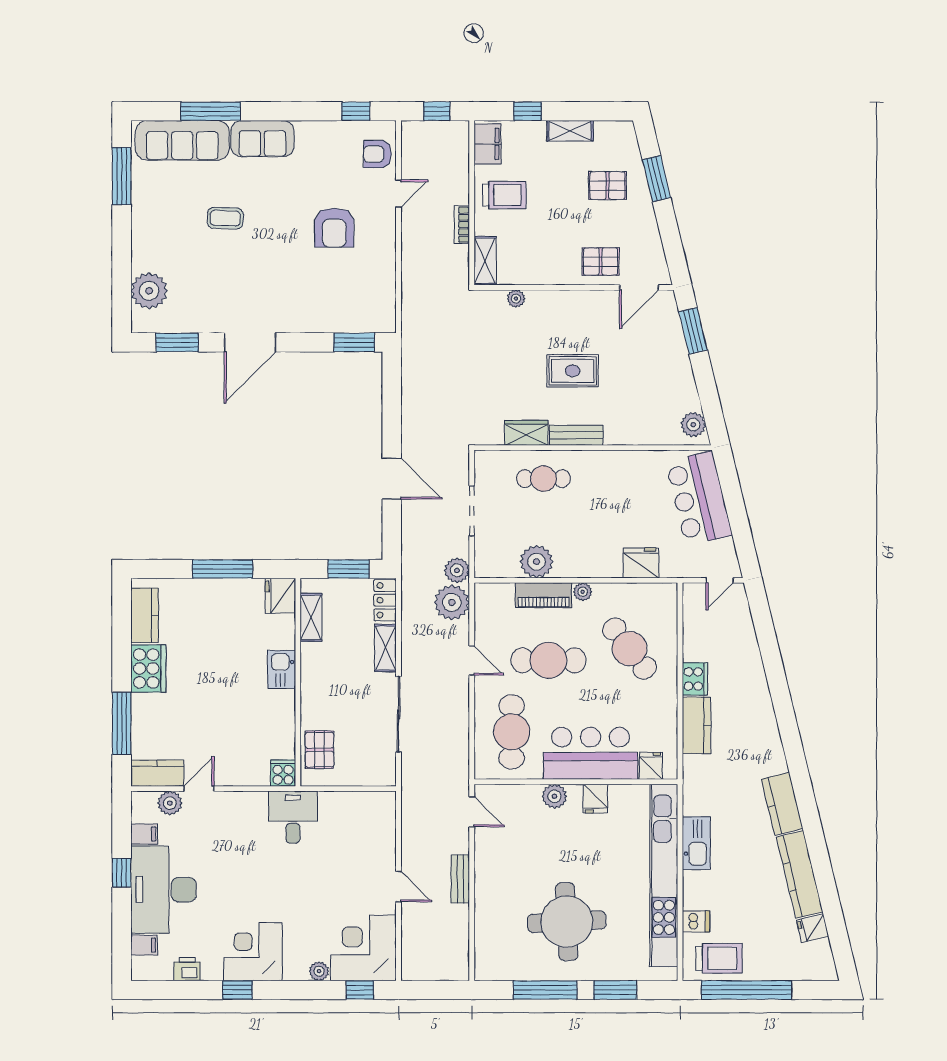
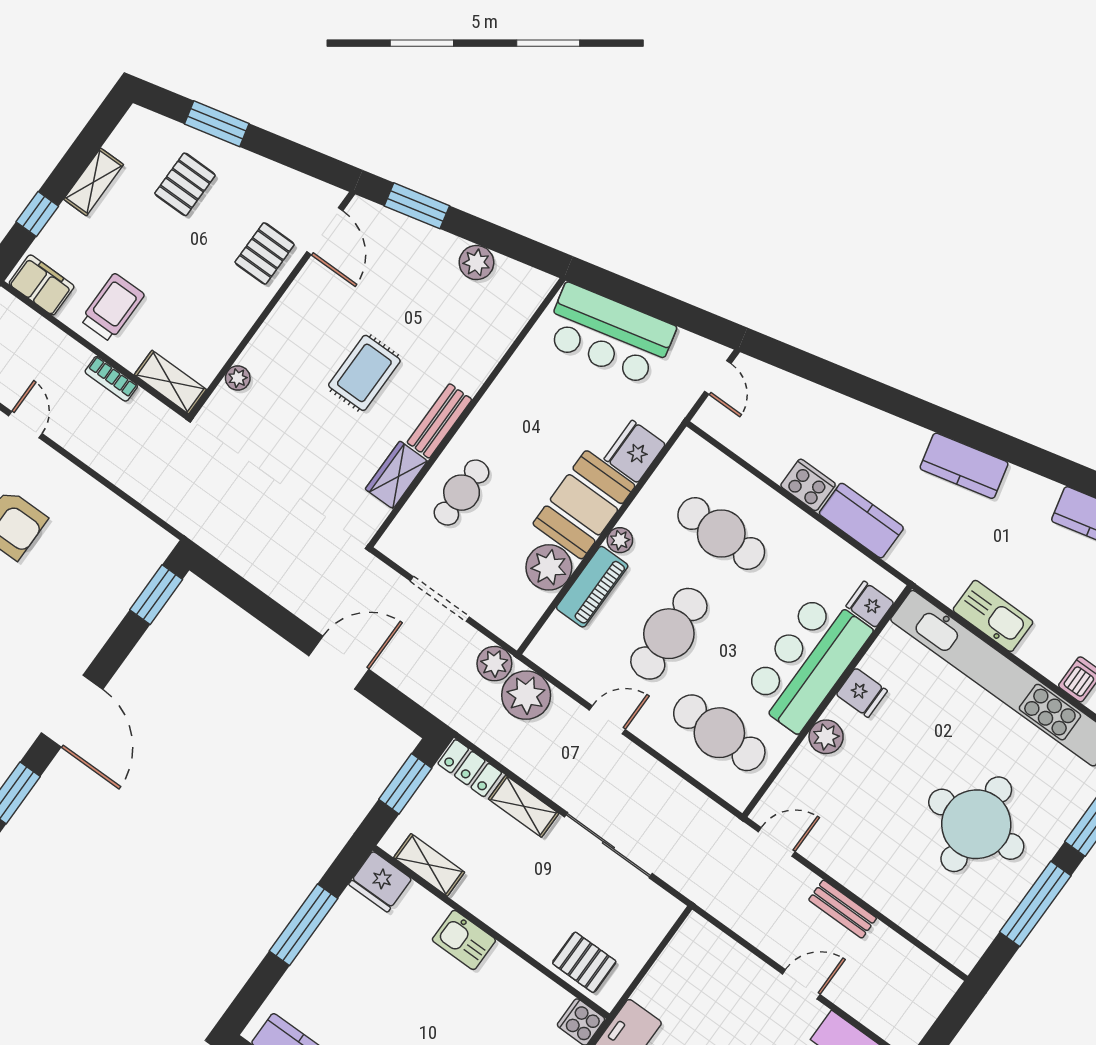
plant: (693, 425) -> (476, 263), moved
booth: (588, 556) -> (584, 505), added
cafe table: (630, 649) -> (721, 534), turned 38
kitchen counter: (782, 804) -> (964, 466), moved

